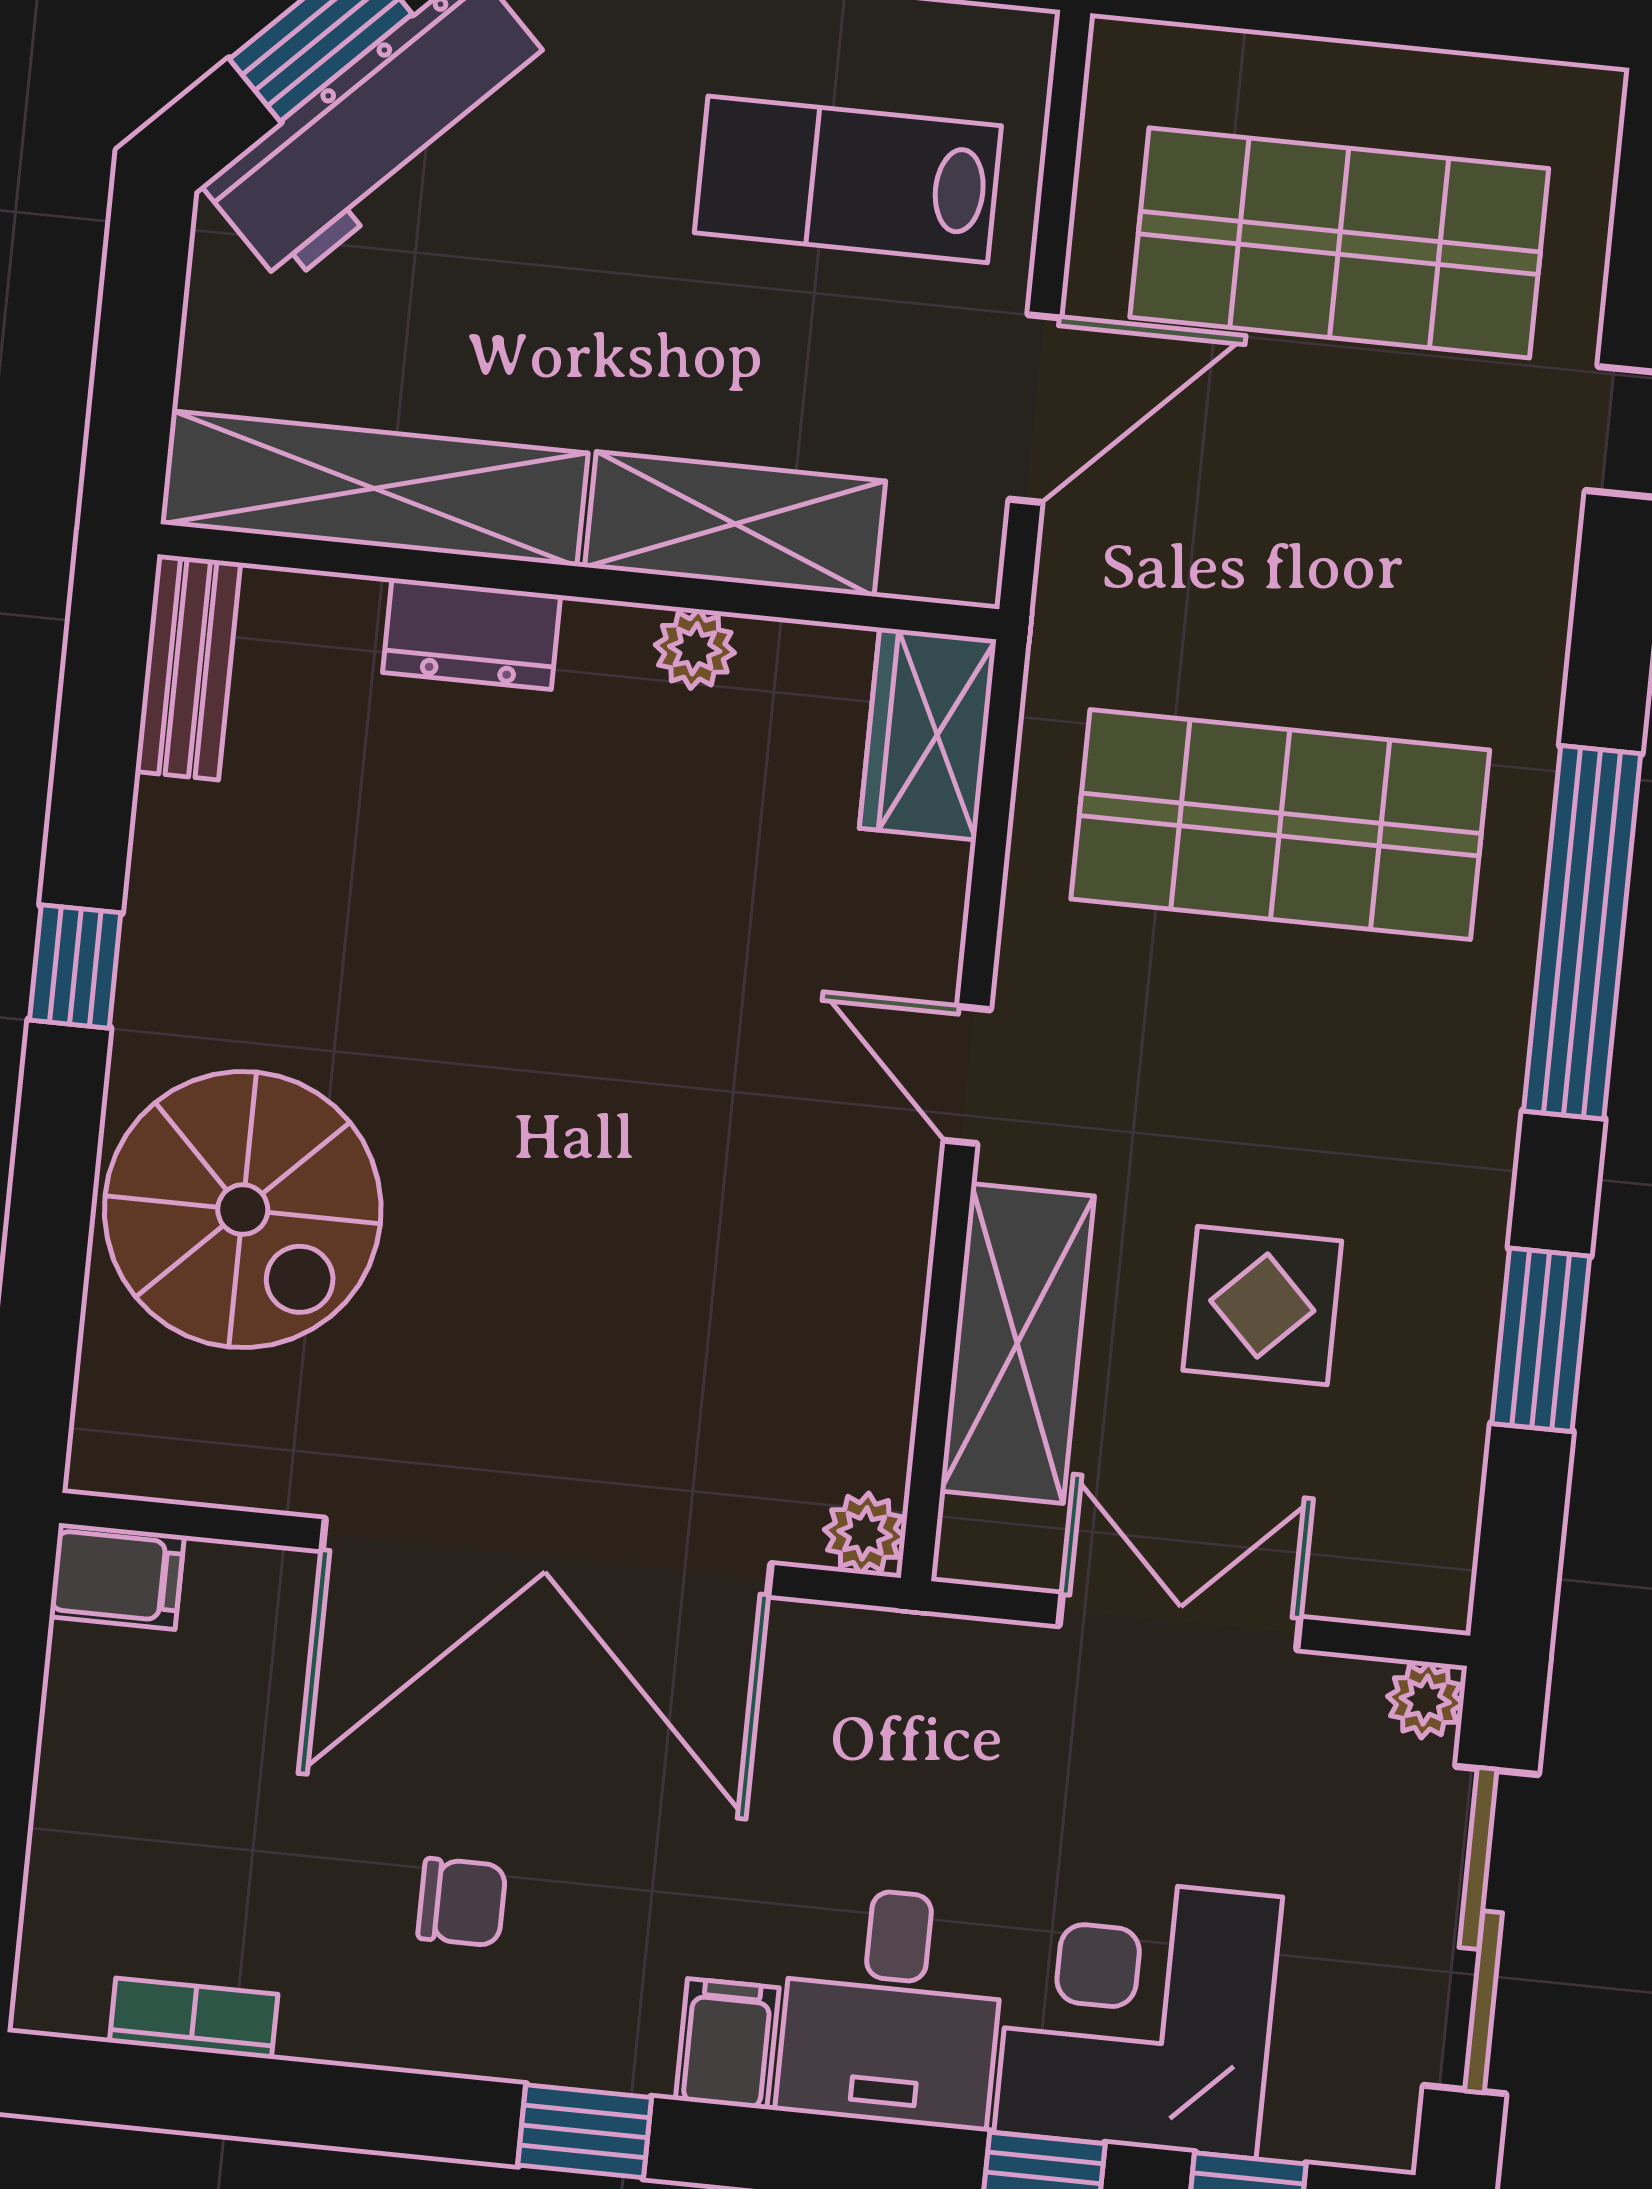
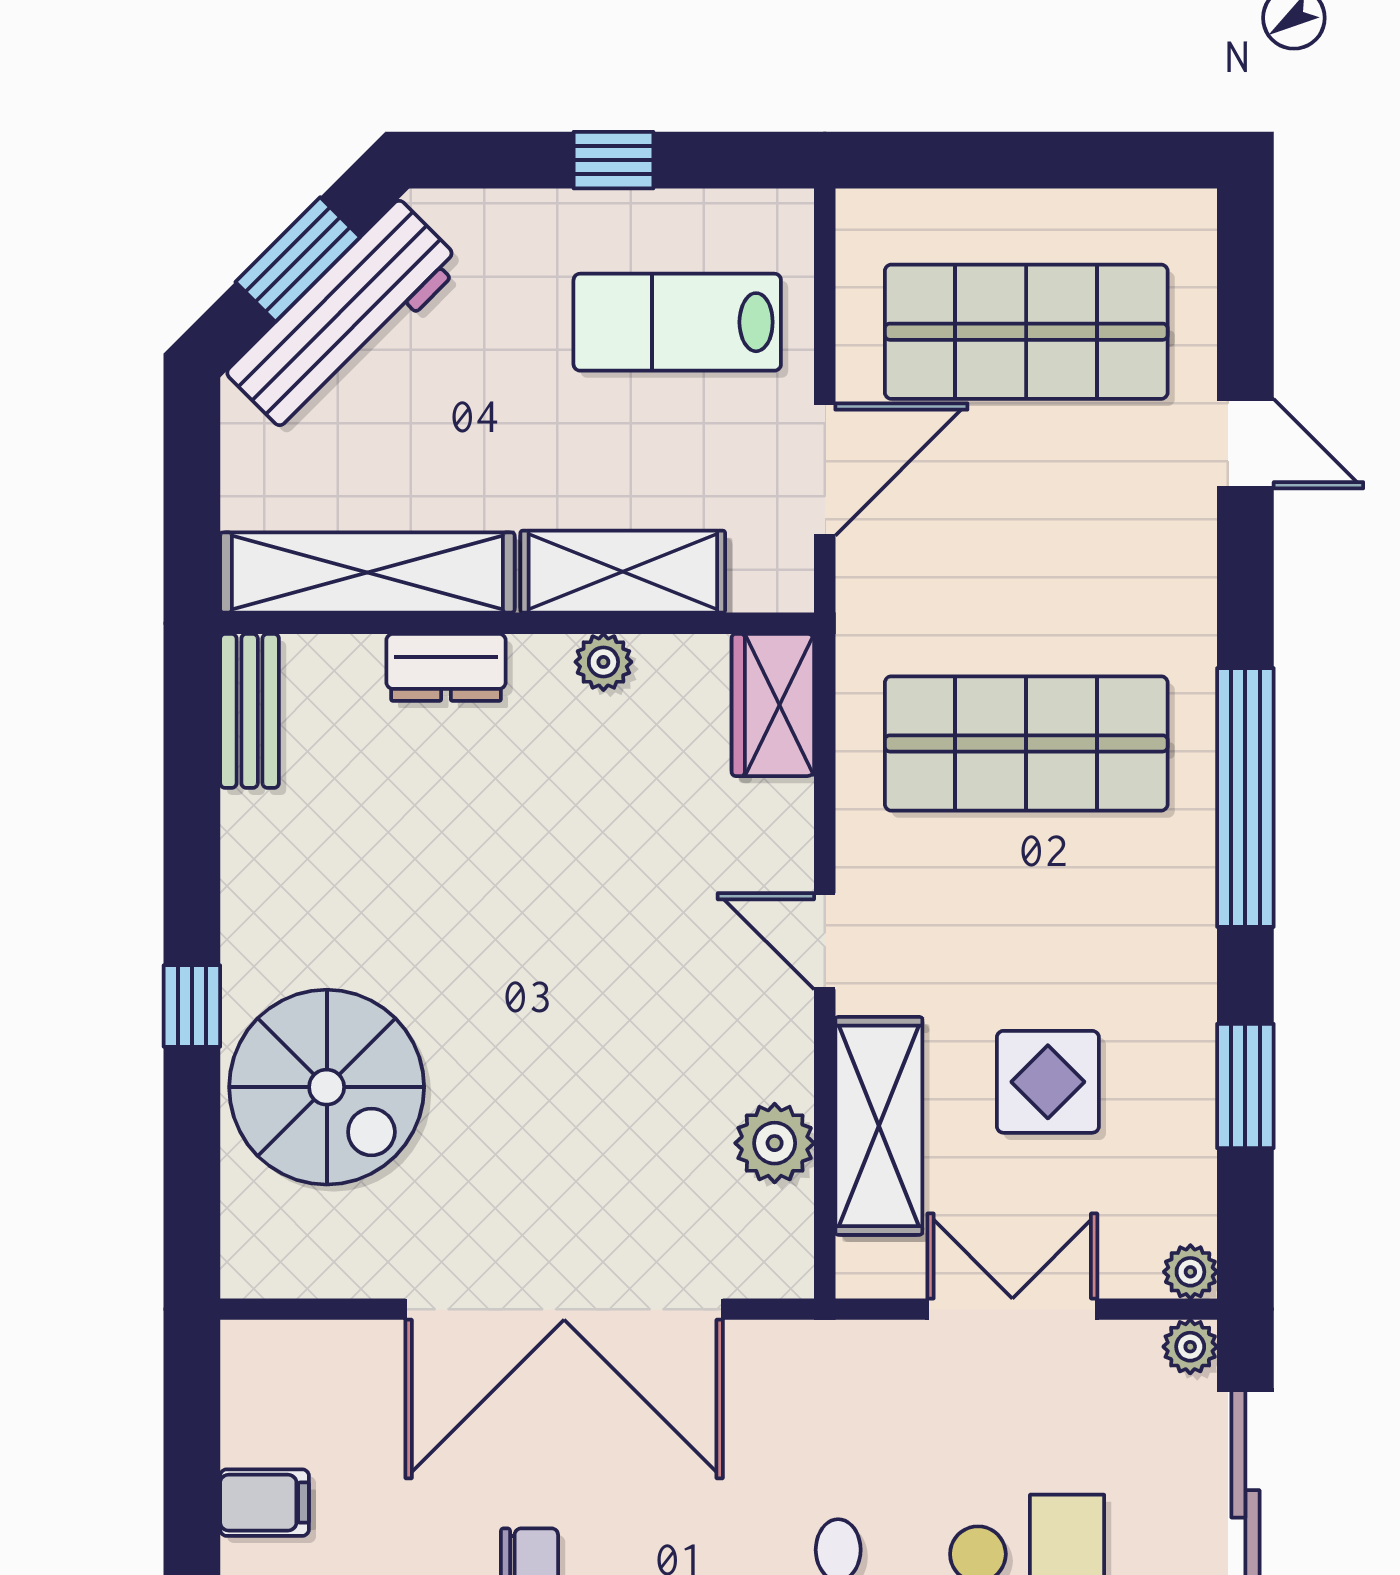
window: (75, 966) -> (192, 1006), moved
plant: (865, 1533) -> (775, 1143), moved, width x1.38, depth x1.38
filing cabinet: (117, 1576) -> (264, 1503), moved
plant: (1436, 1594) -> (1190, 1272), added

